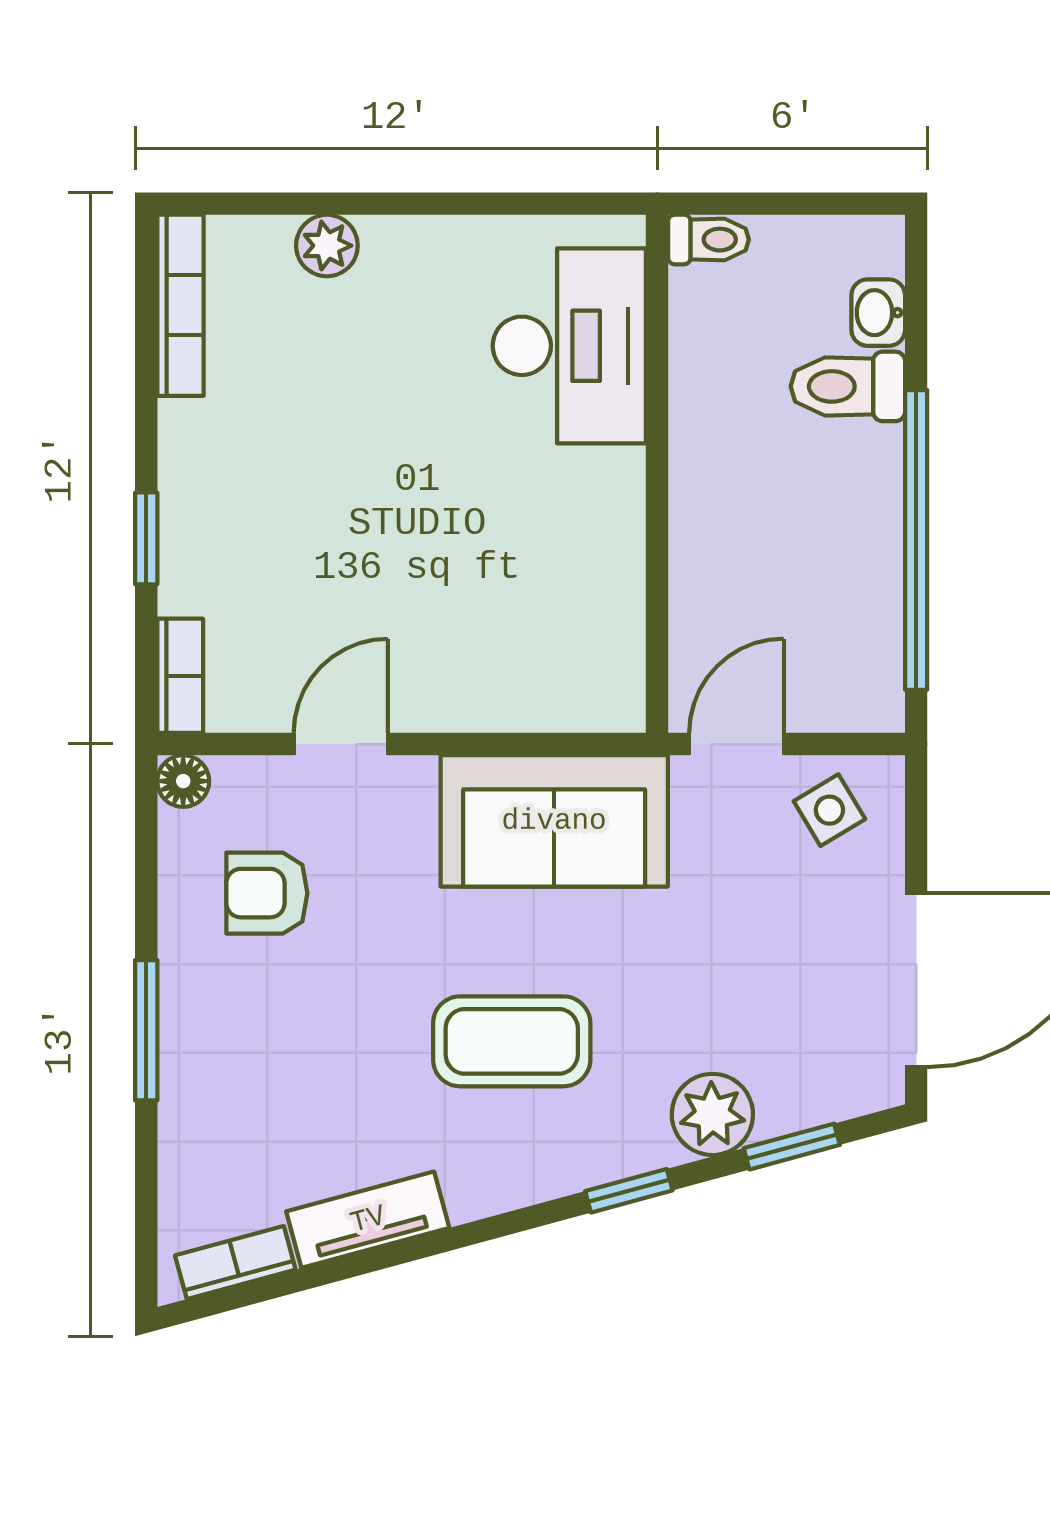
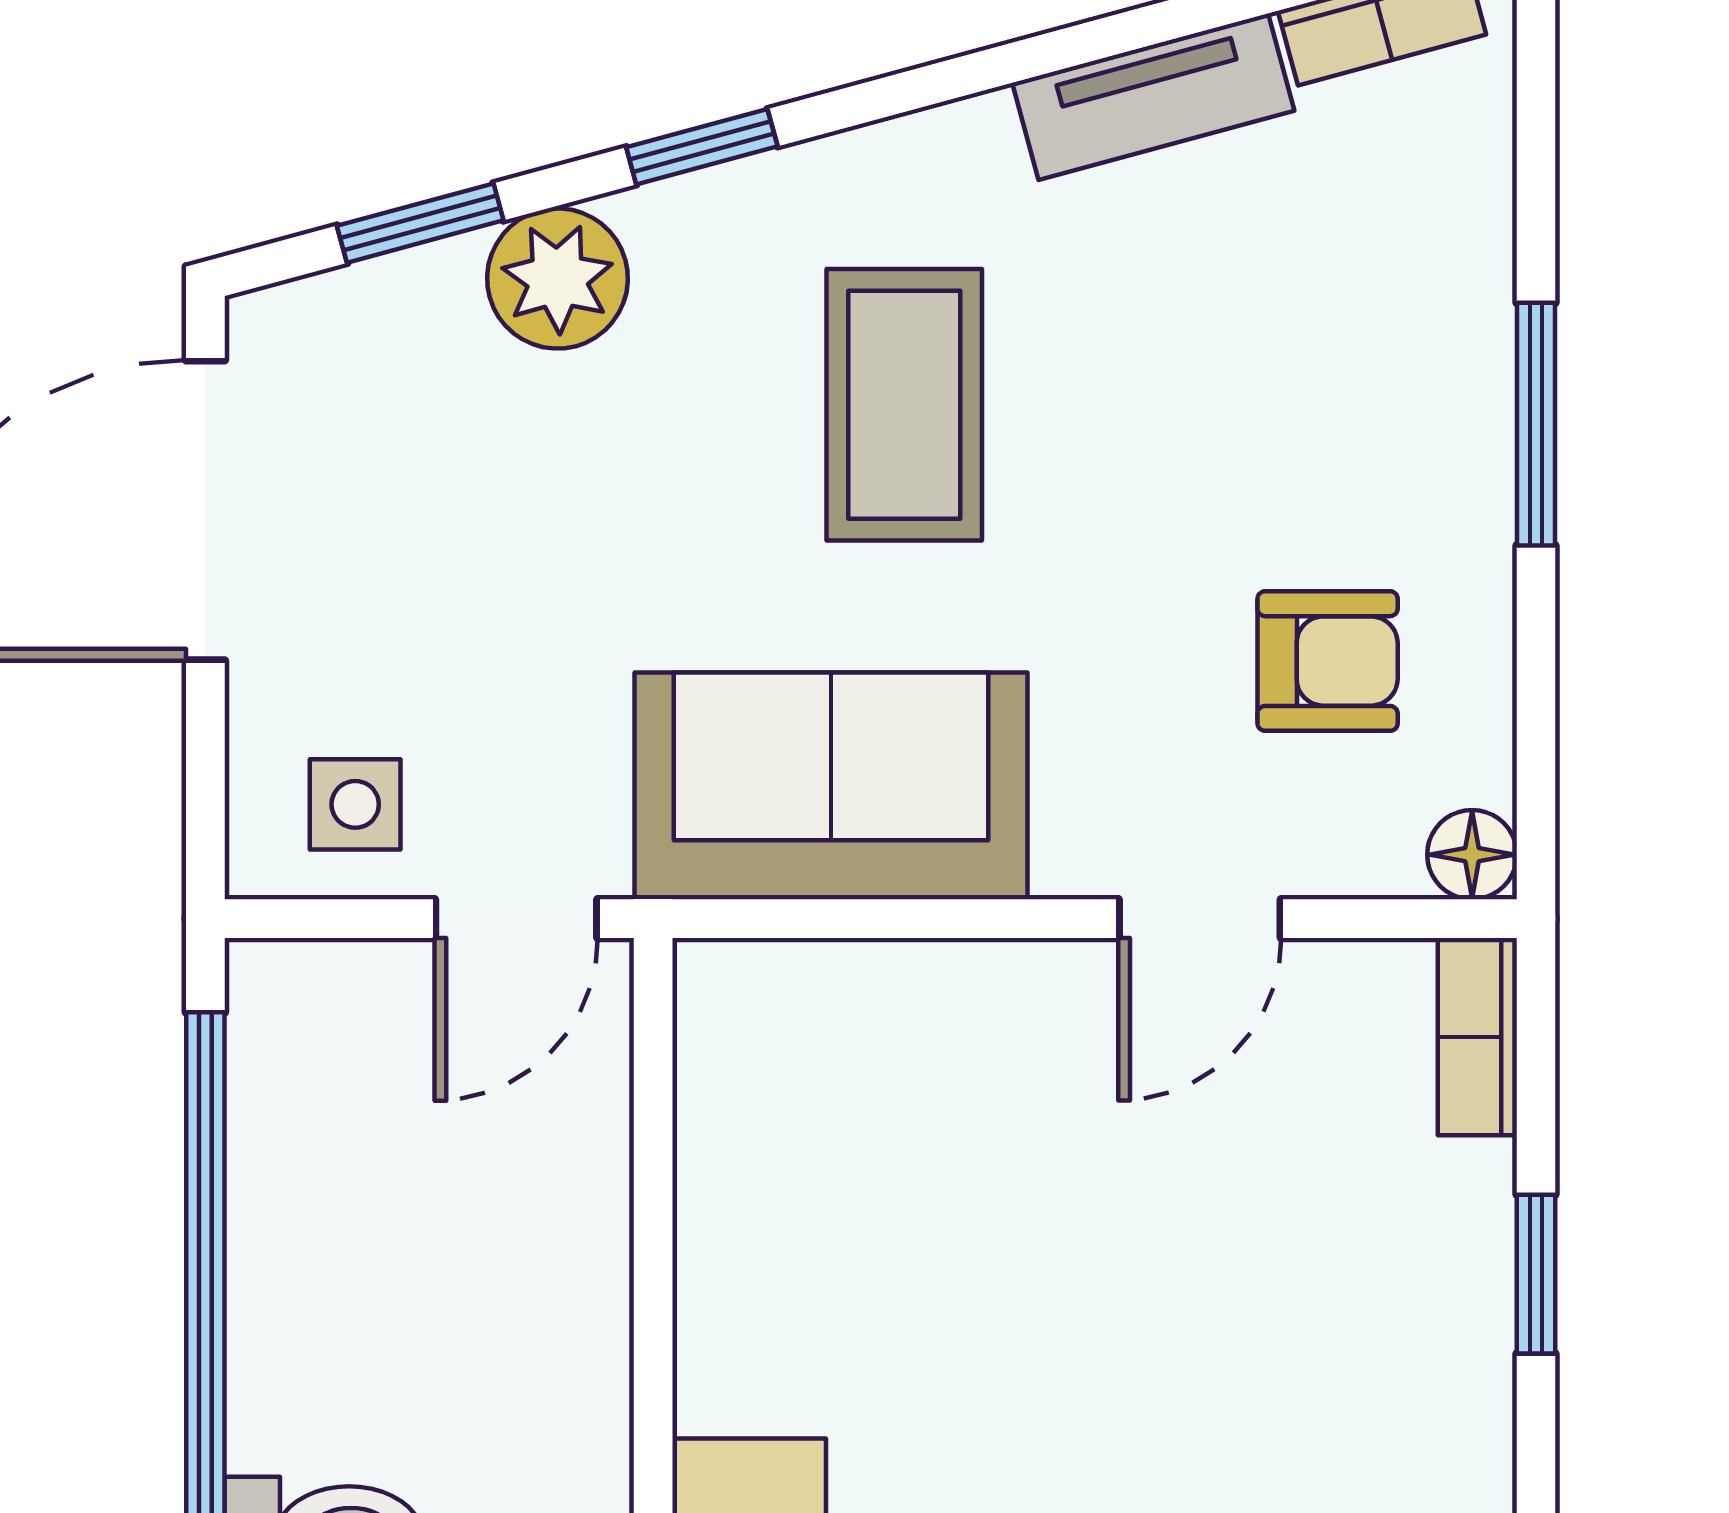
side table: (829, 810) -> (355, 804), turned 31
coffee table: (512, 1041) -> (904, 405), turned 90

